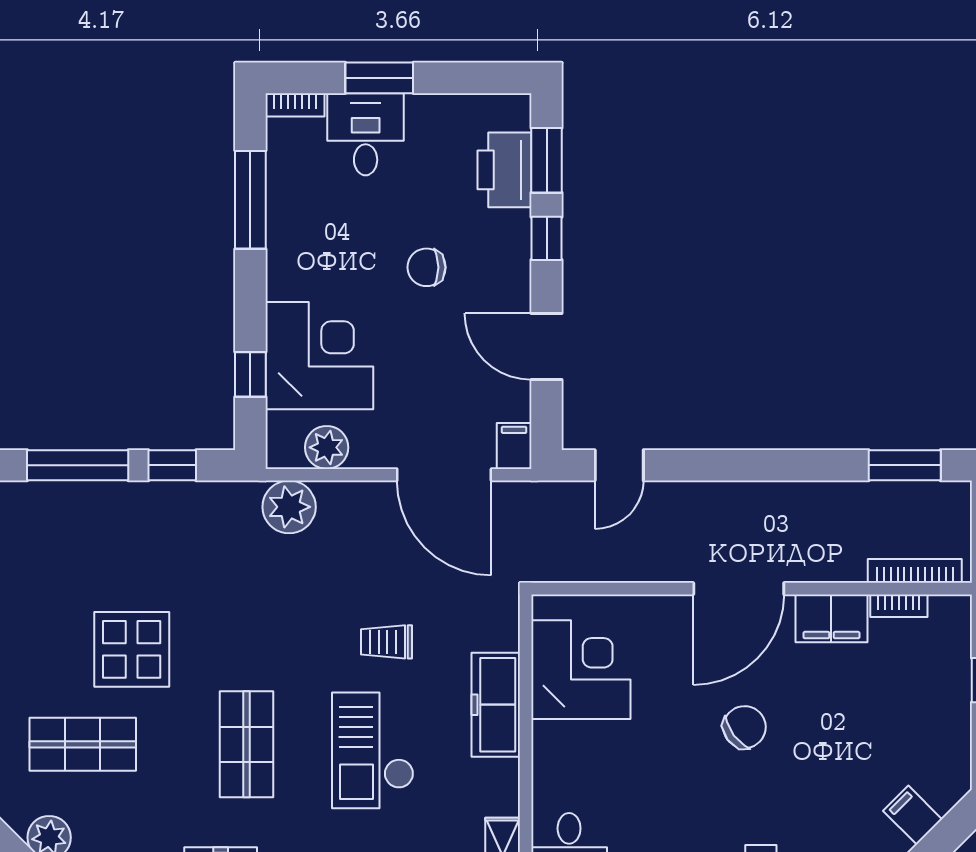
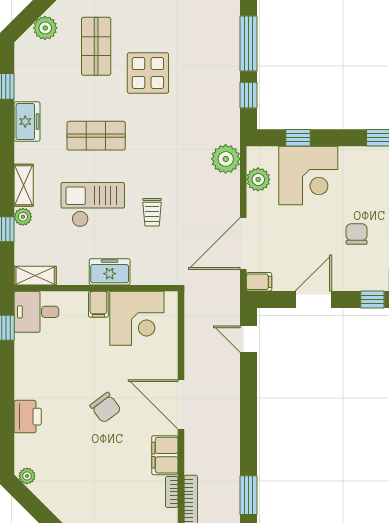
trolley: (387, 642) -> (152, 212), turned 180
freezer: (496, 705) -> (110, 272), width x0.71
filing cabinet: (913, 815) -> (98, 304), moved, turned 135

